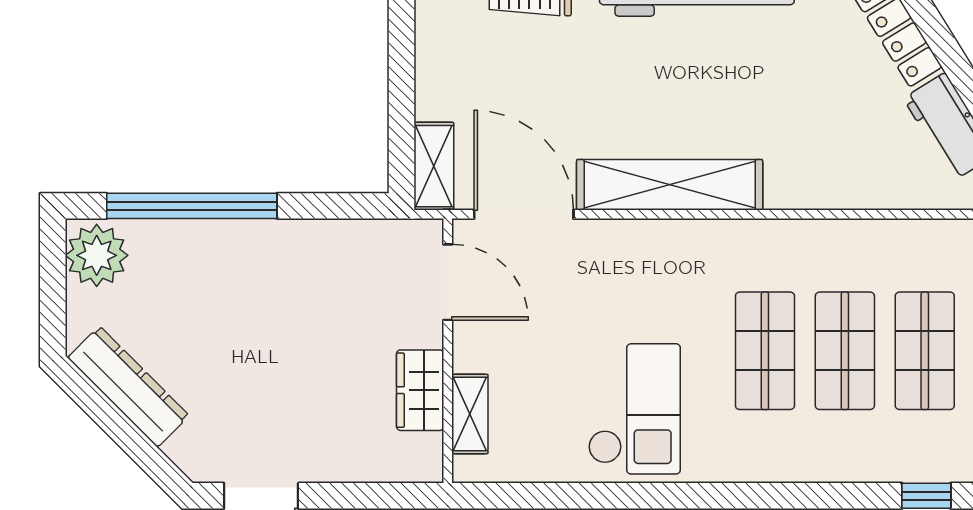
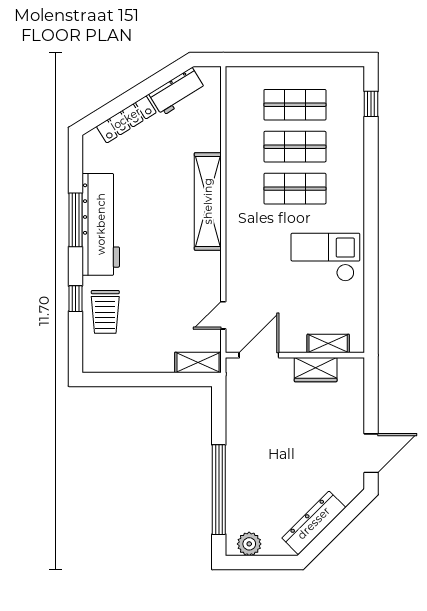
shelving: (670, 185) -> (208, 201), moved
door: (524, 214) -> (223, 315), width x0.53
plant: (97, 255) -> (249, 544), width x0.73, depth x0.73

